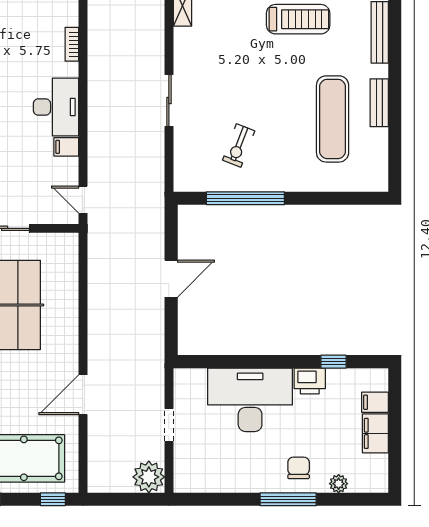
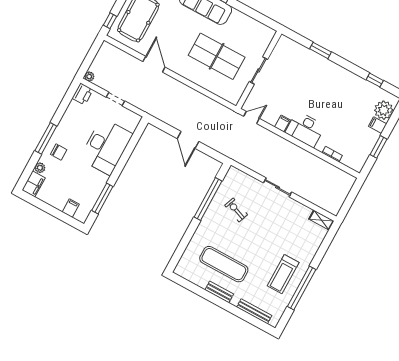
window: (333, 362) -> (102, 198), width x2.17
printer: (310, 381) -> (83, 94), moved, turned 180
filing cabinet: (375, 433) -> (34, 184), moved, turned 90
plant: (149, 477) -> (89, 76), width x0.53, depth x0.53

